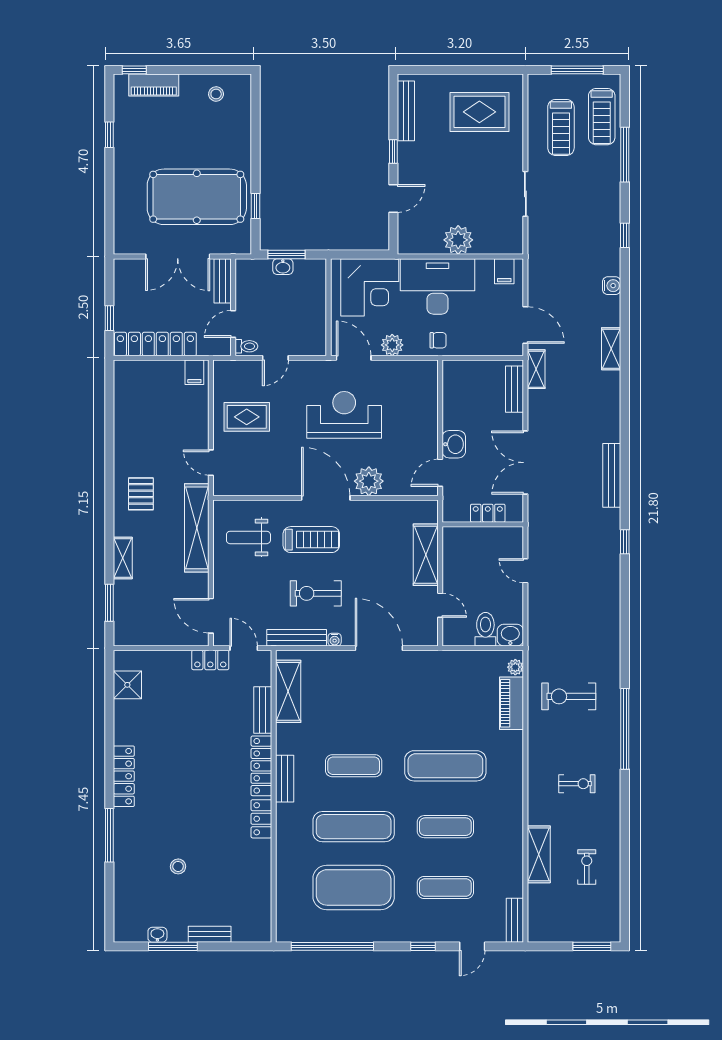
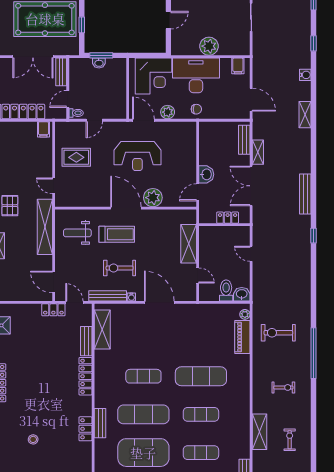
shelving: (536, 369) -> (258, 152), moved
reception desk: (344, 415) -> (137, 156), turned 180
bench: (285, 779) -> (100, 423), moved
locker: (261, 819) -> (85, 429), moved

